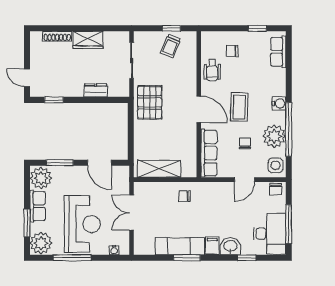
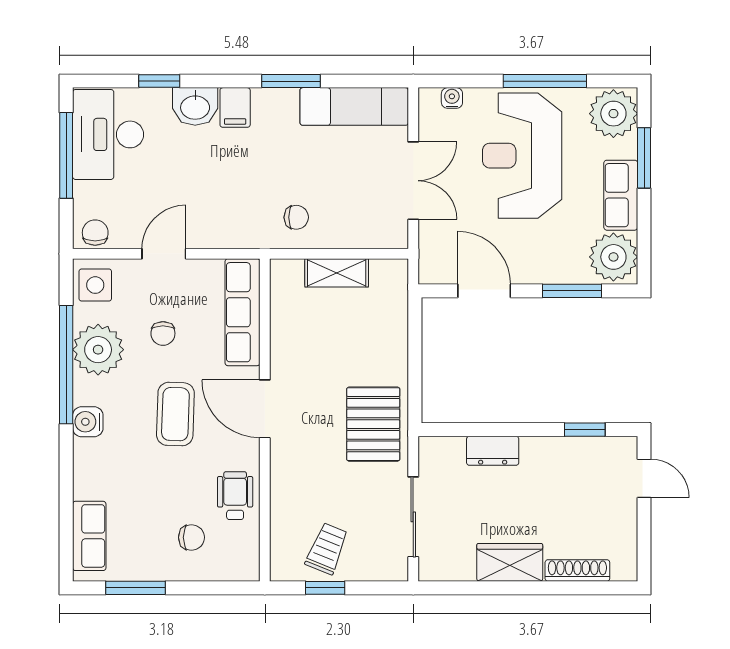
window: (257, 28) -> (136, 588), width x1.50
shelving: (159, 169) -> (337, 273), width x0.67, depth x0.75
exam couch: (180, 246) -> (354, 106), moved

